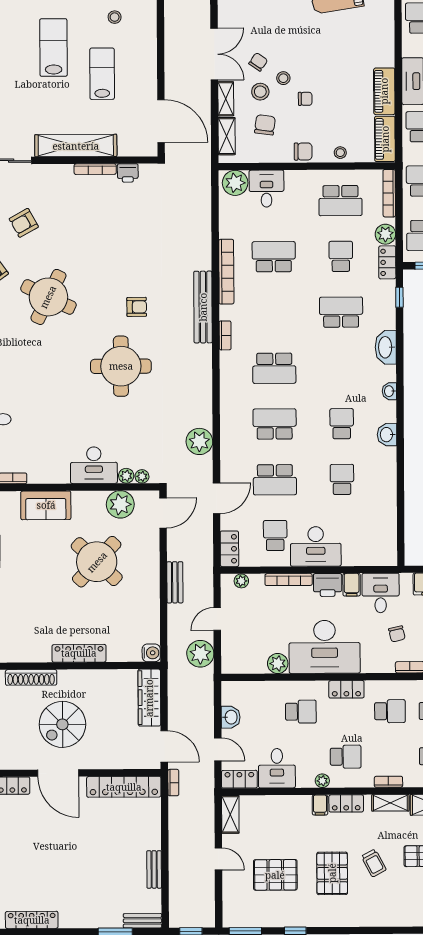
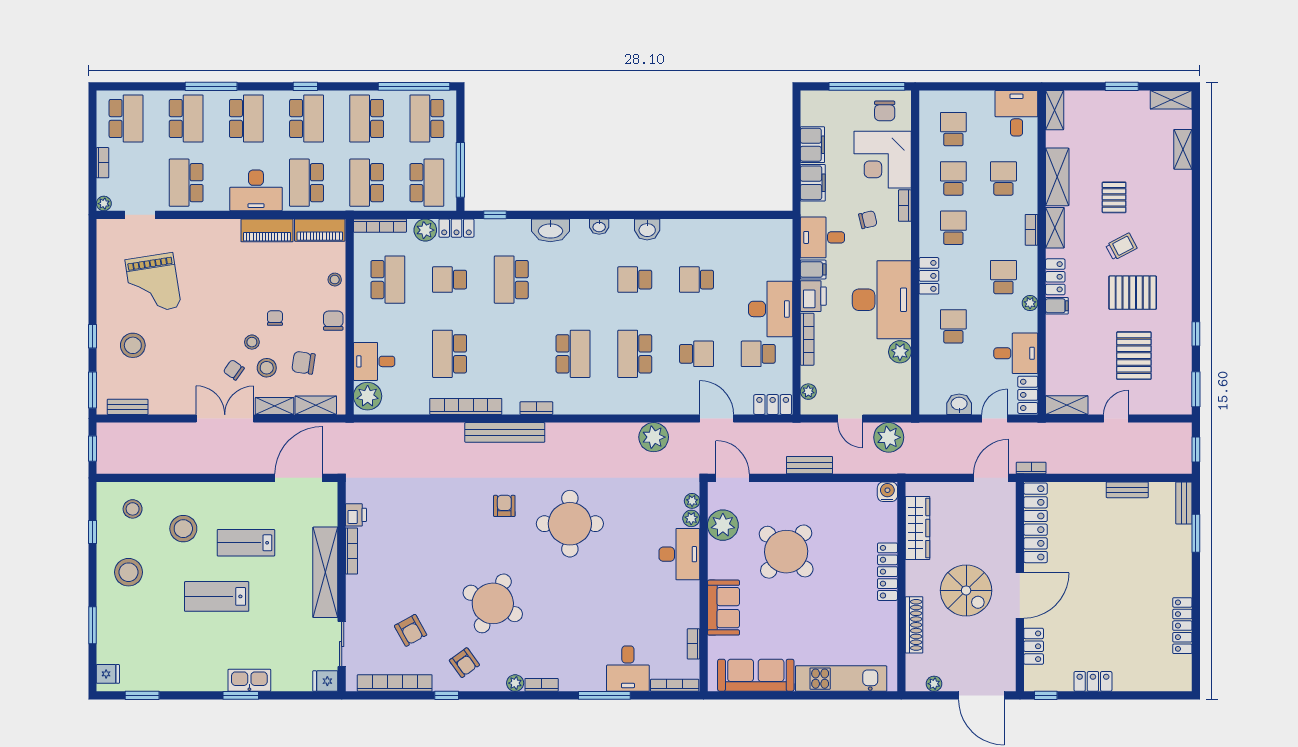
stool: (115, 17) -> (183, 529), width x1.89, depth x1.89
school desk: (275, 480) -> (697, 354), width x0.54
wardrobe: (149, 698) -> (917, 528), moved, turned -90

